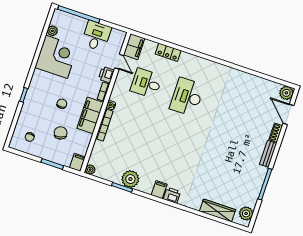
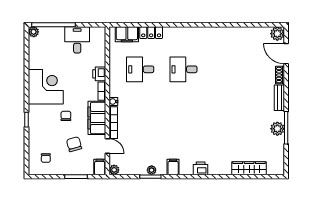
plant: (52, 31) -> (34, 32), moved
filing cabinet: (134, 47) -> (127, 34), moved, turned 90
corner desk: (56, 57) -> (46, 87), moved
door: (119, 62) -> (107, 146), moved
desk: (187, 97) -> (184, 69), width x0.73
plant: (130, 179) -> (152, 170), width x0.53, depth x0.53
filing cabinet: (159, 190) -> (173, 167), moved
plant: (246, 213) -> (277, 129), moved

